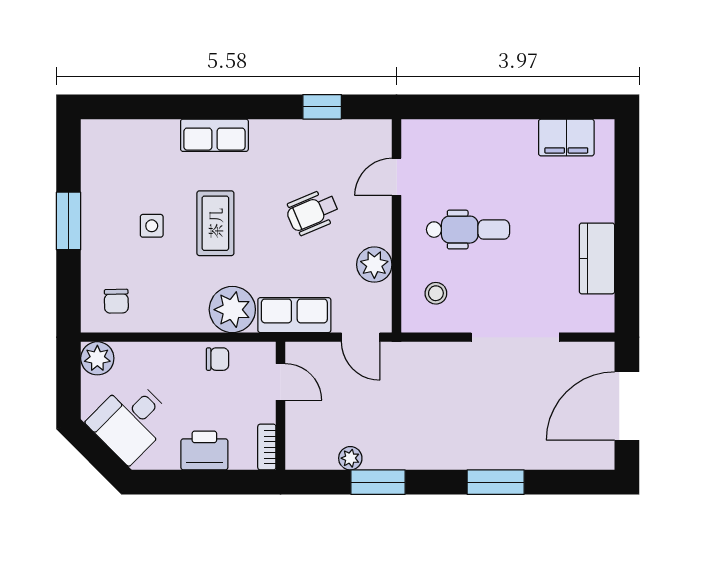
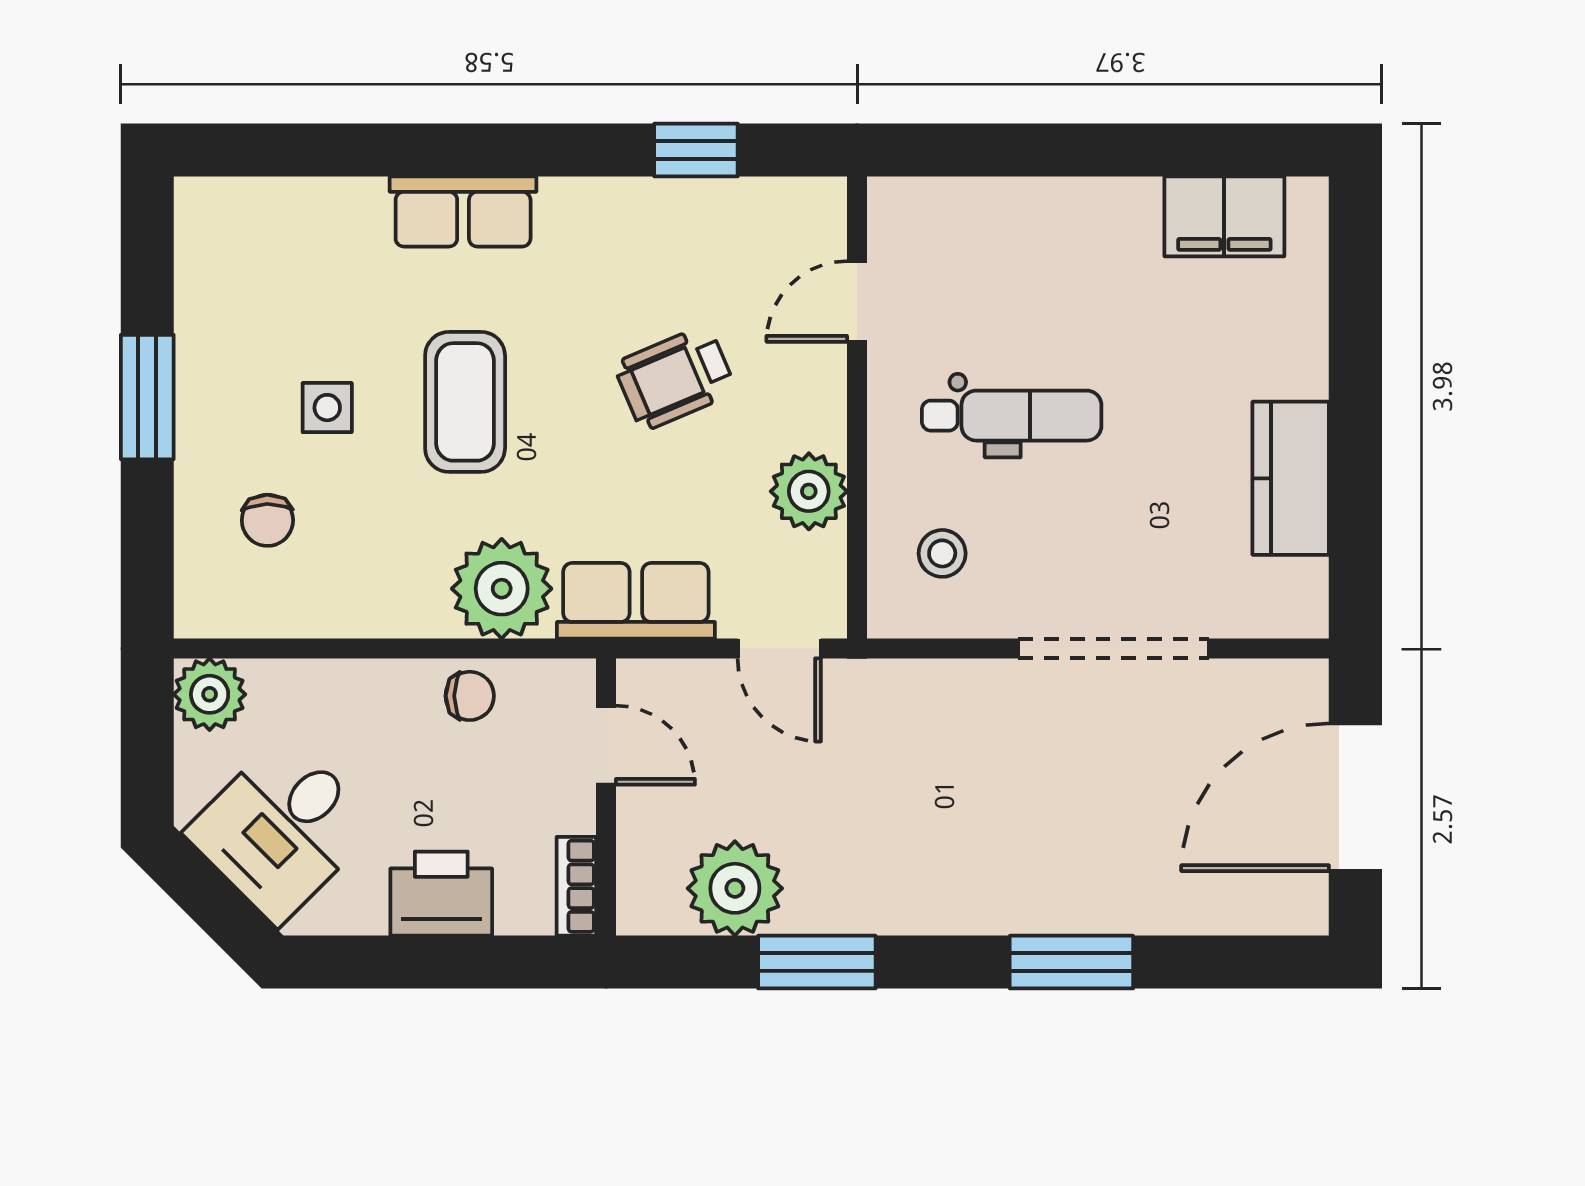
chair: (116, 301) -> (267, 520), moved
plant: (350, 458) -> (735, 888), width x1.87, depth x1.87

